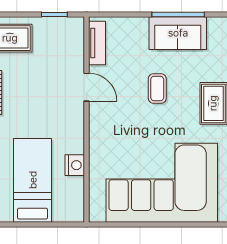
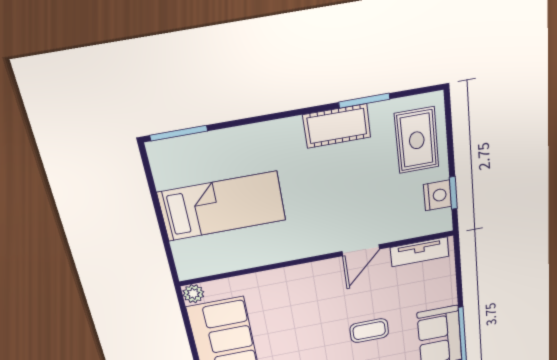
nightstand: (75, 165) -> (438, 195), moved, turned -90
plant: (97, 214) -> (193, 294), added

